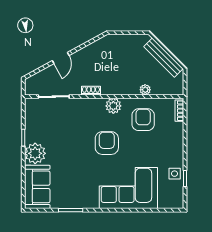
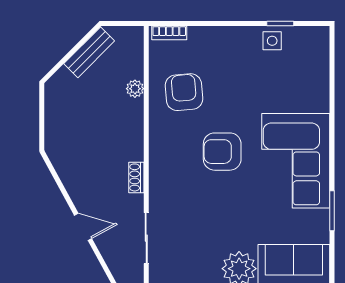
bench: (163, 58) -> (89, 52), width x0.73
plant: (113, 106) -> (161, 141), removed
armchair: (143, 120) -> (184, 92), turned 85
corner sofa: (128, 188) -> (296, 161), moved

